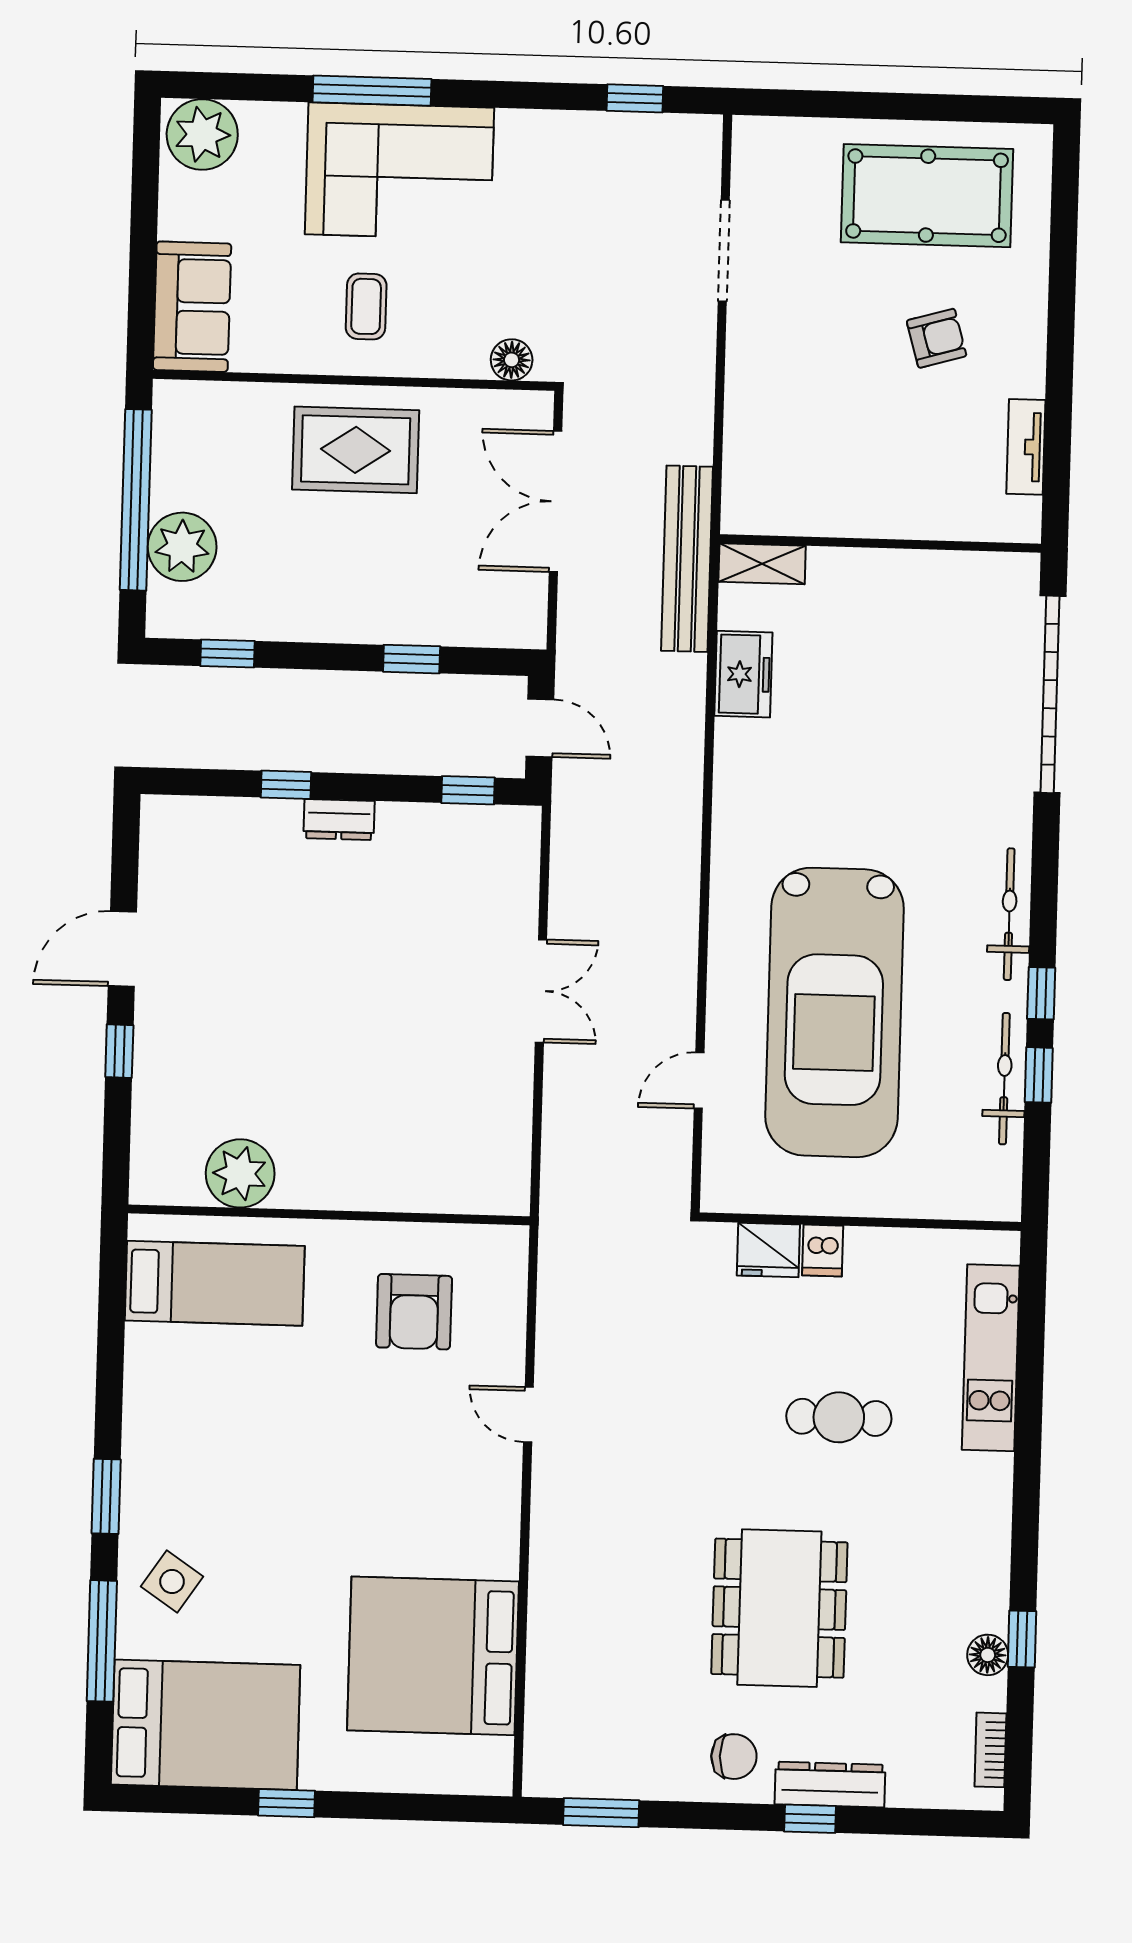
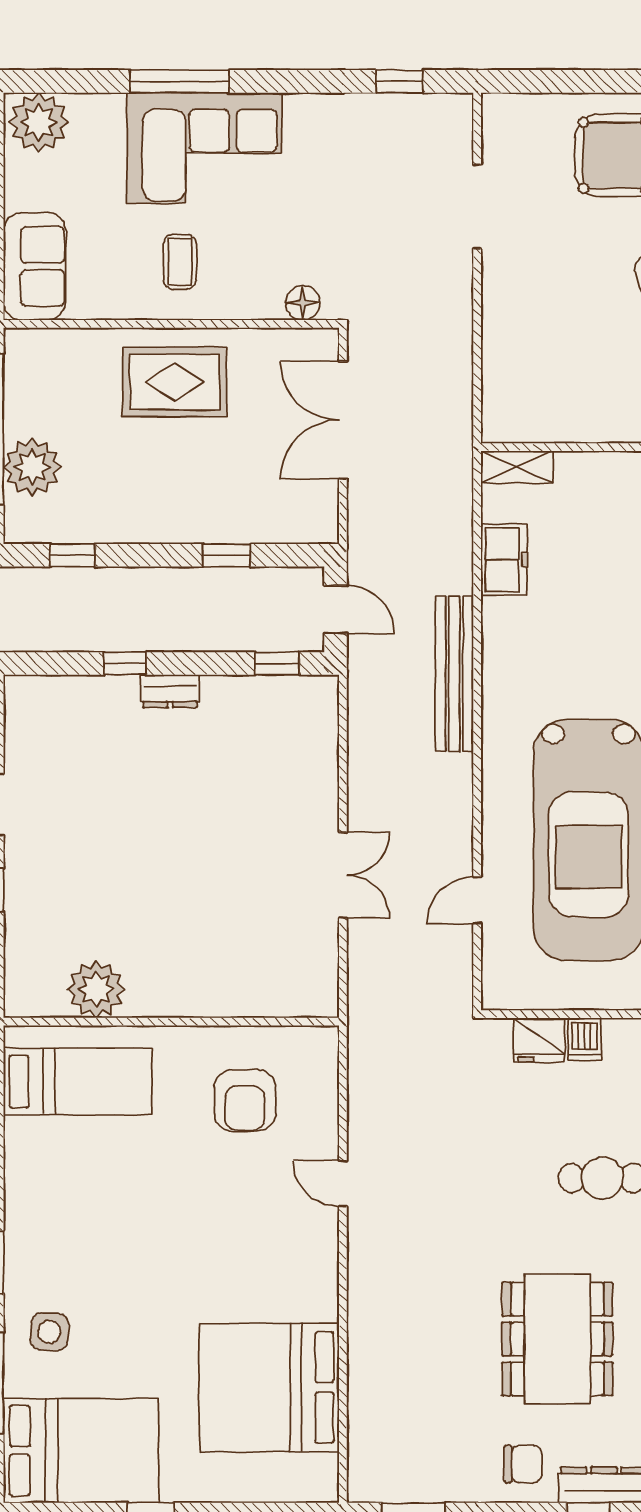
bench: (687, 559) -> (454, 674), moved
double door: (541, 991) -> (343, 875), moved
side table: (172, 1582) -> (49, 1332), turned -30

